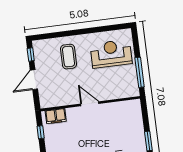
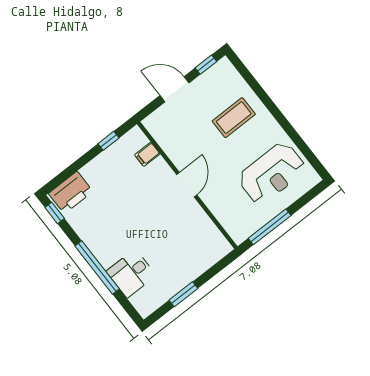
reception desk: (111, 54) -> (272, 173), turned 90
filing cabinet: (56, 116) -> (147, 154), width x0.50

